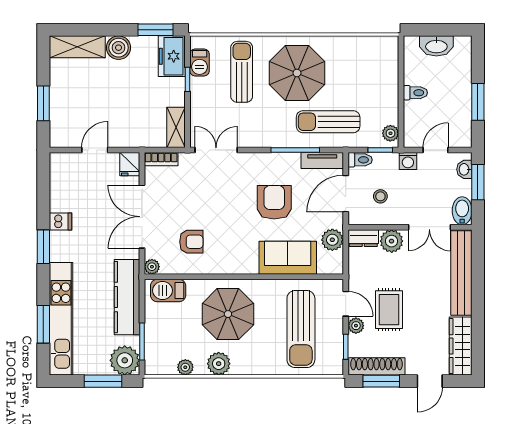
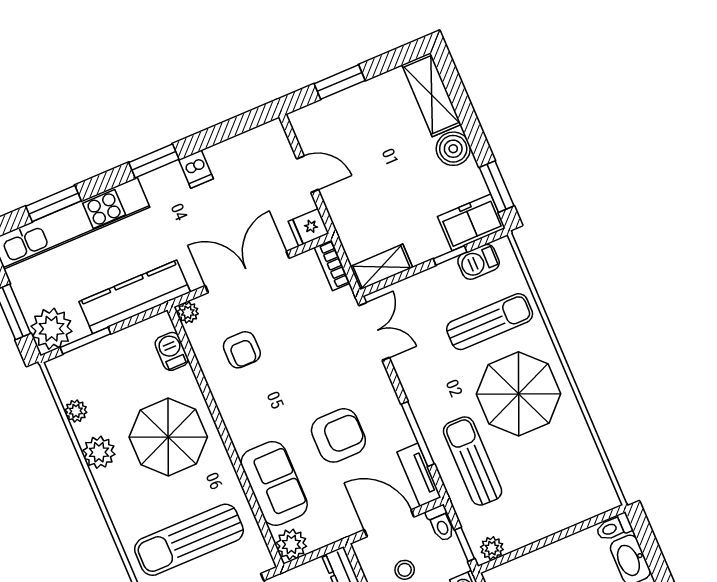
toilet: (415, 93) -> (614, 527), moved, turned 90
plant: (332, 240) -> (291, 544), moved
barbecue: (168, 290) -> (172, 351), width x0.73, depth x0.79

